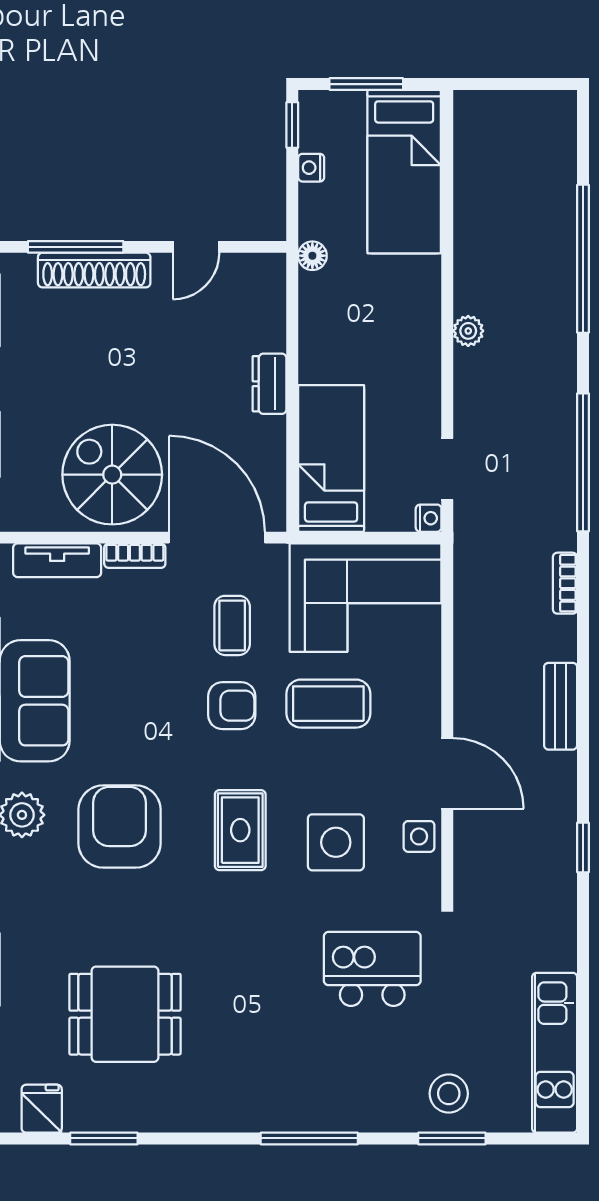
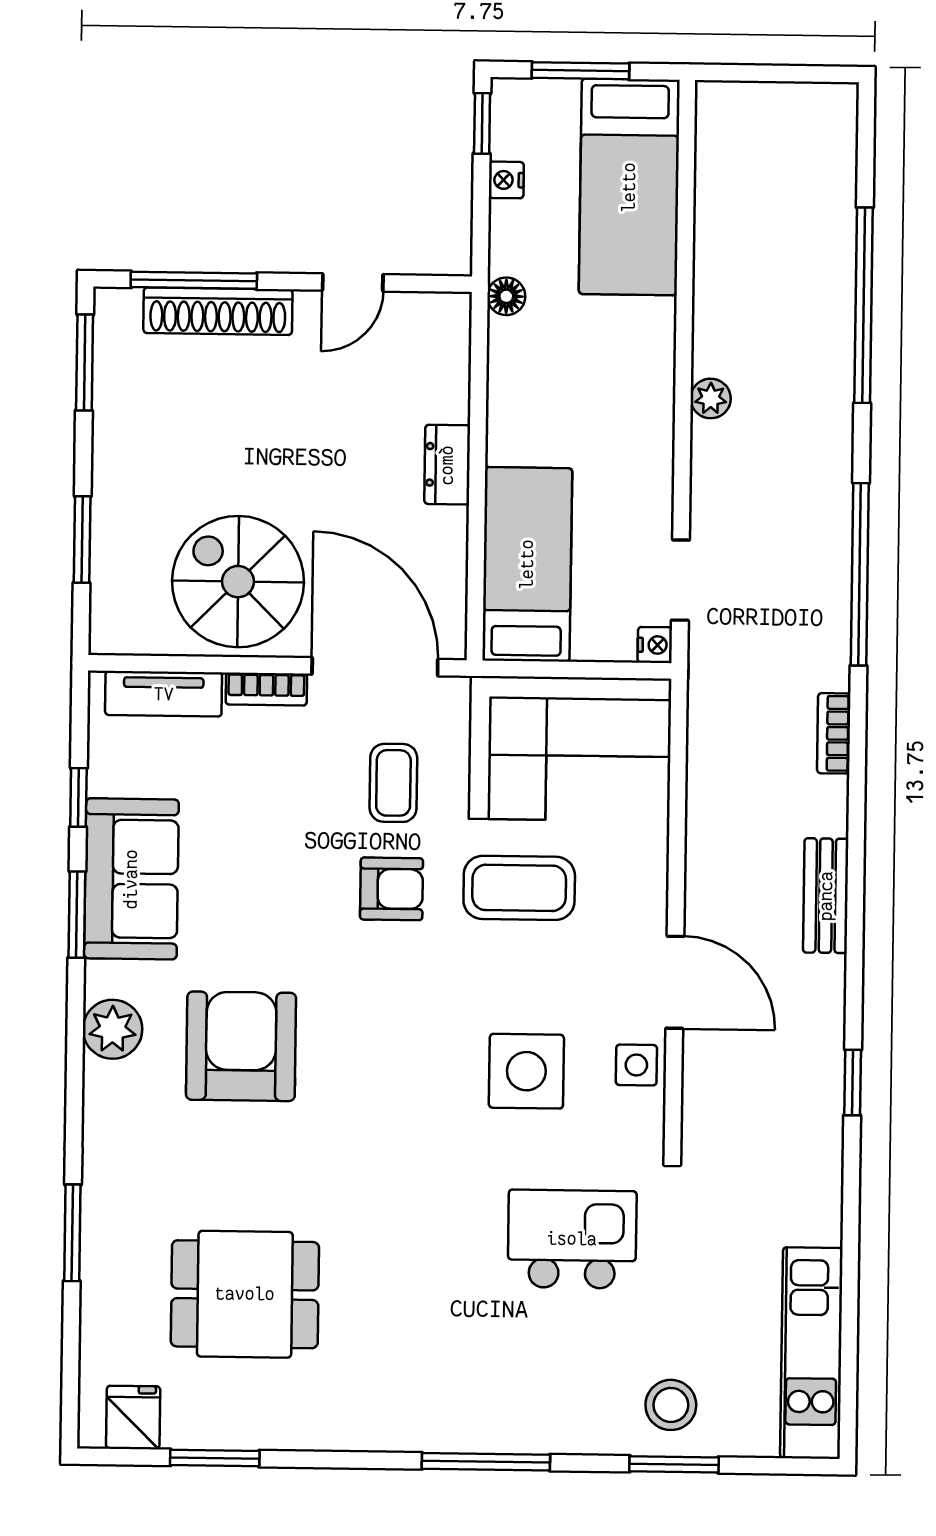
rug: (240, 830) -> (400, 1053), removed

